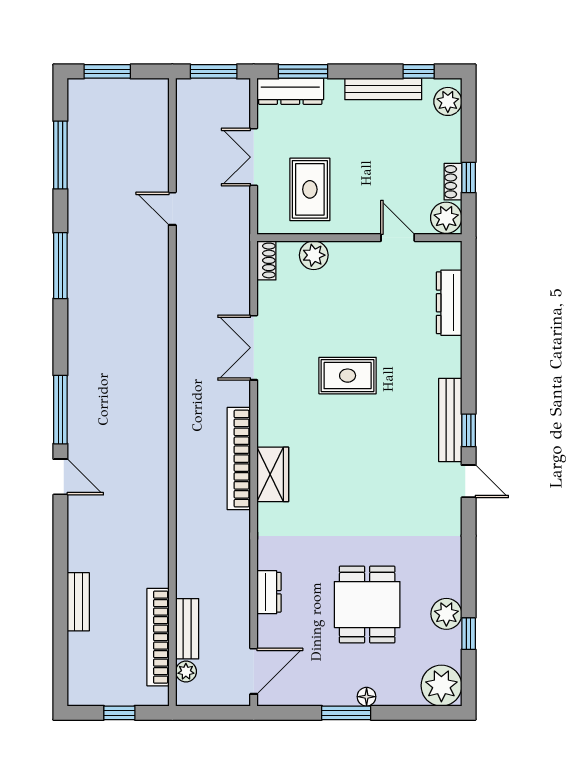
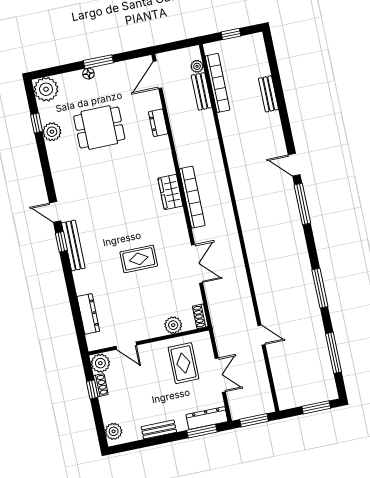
window: (419, 71) -> (134, 445), removed
bench: (383, 89) -> (159, 429), width x0.73
dining table: (367, 605) -> (99, 128), turned 90

